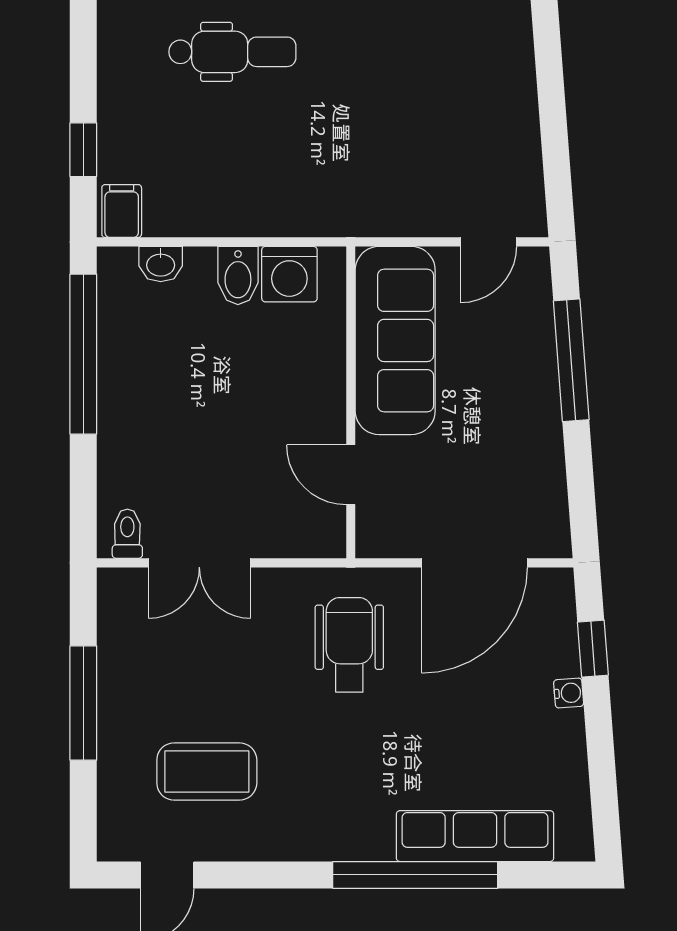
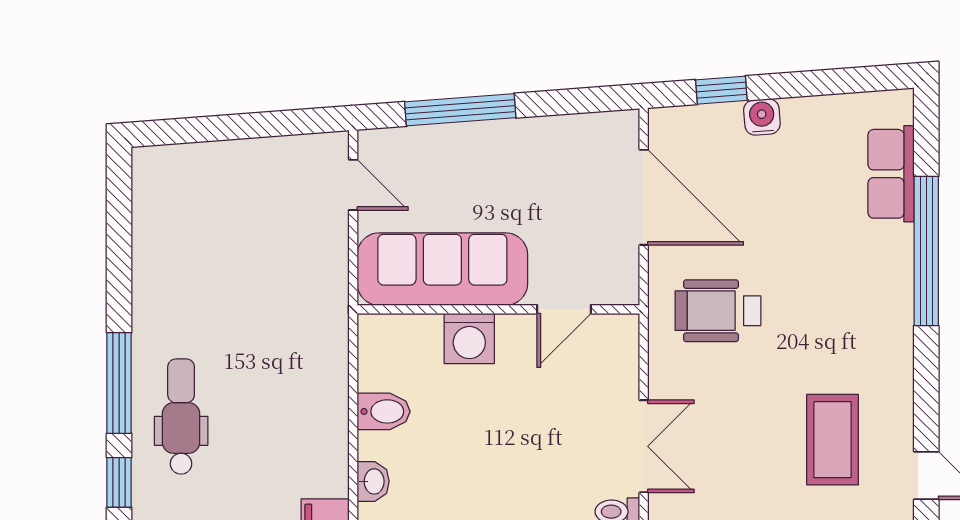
washing machine: (289, 274) -> (469, 339), moved, turned 90
water cooler: (569, 693) -> (762, 117), width x1.38, depth x1.38
row of seats: (475, 836) -> (891, 174), width x0.68

